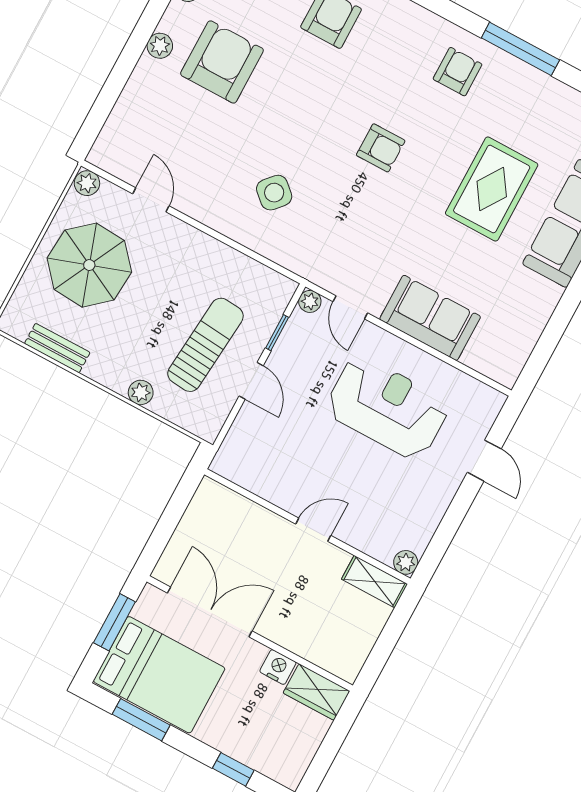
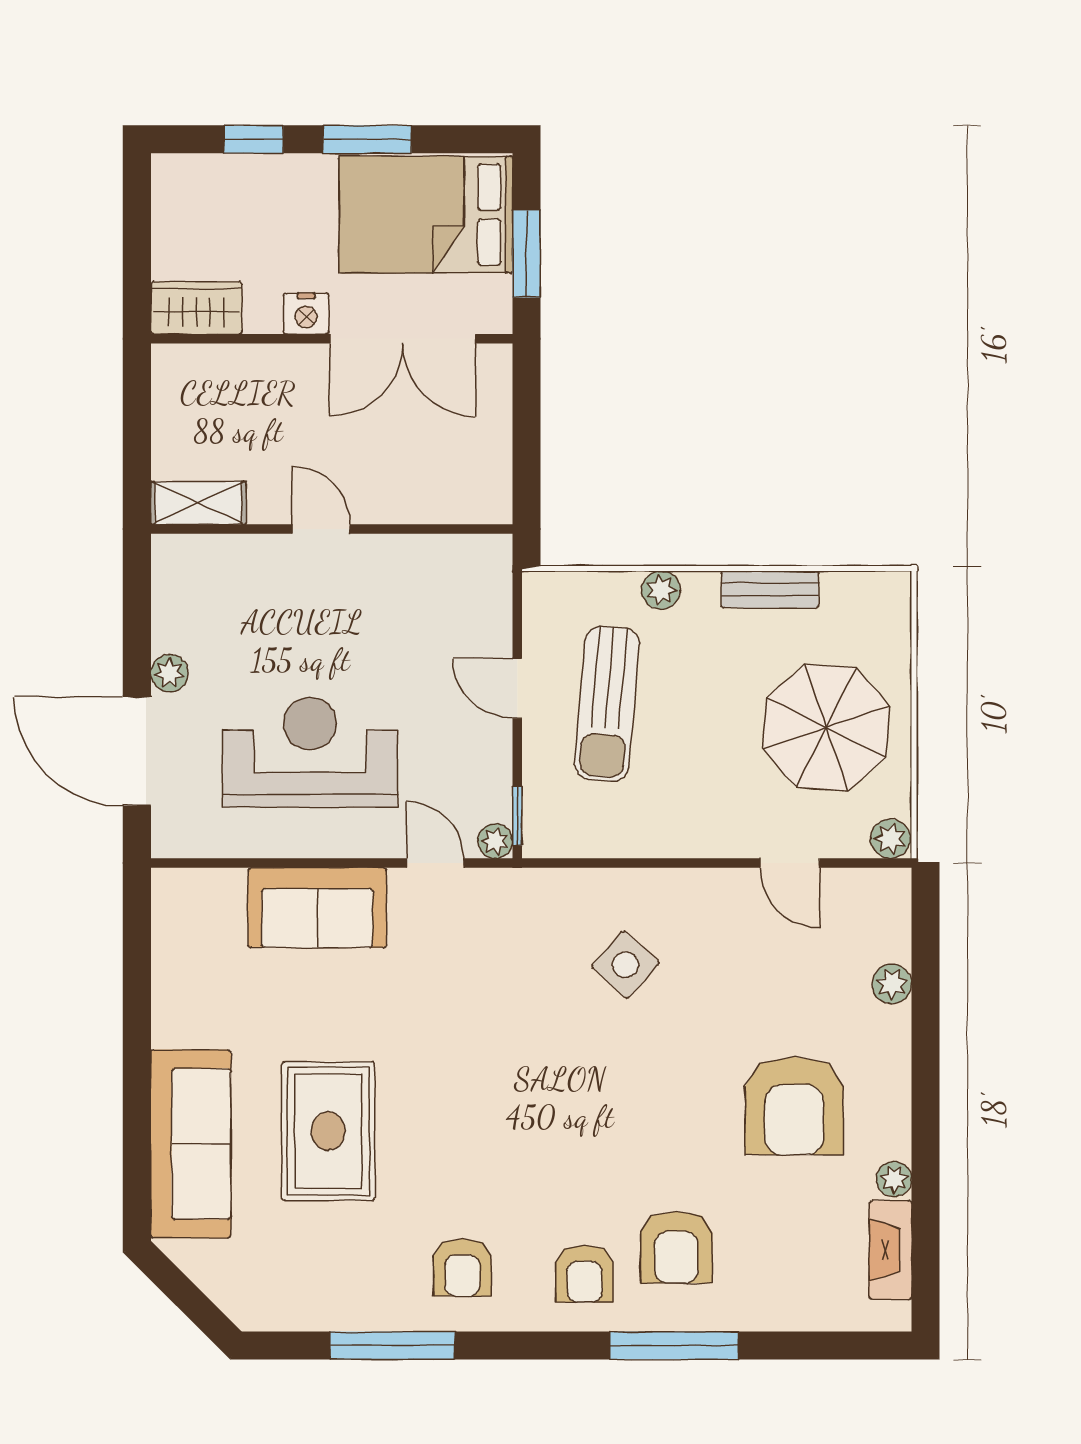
plant: (160, 46) -> (892, 984), moved
armchair: (381, 148) -> (585, 1274), moved, turned -90
window: (277, 333) -> (517, 816), moved
bench: (57, 348) -> (770, 589), moved
reception desk: (387, 408) -> (310, 752), turned 180
door: (484, 461) -> (137, 751), width x1.87
door: (313, 530) -> (321, 529), swing flipped
plant: (406, 562) -> (169, 673), moved
nightstand: (278, 667) -> (306, 314), moved
window: (141, 720) -> (367, 139), moved

